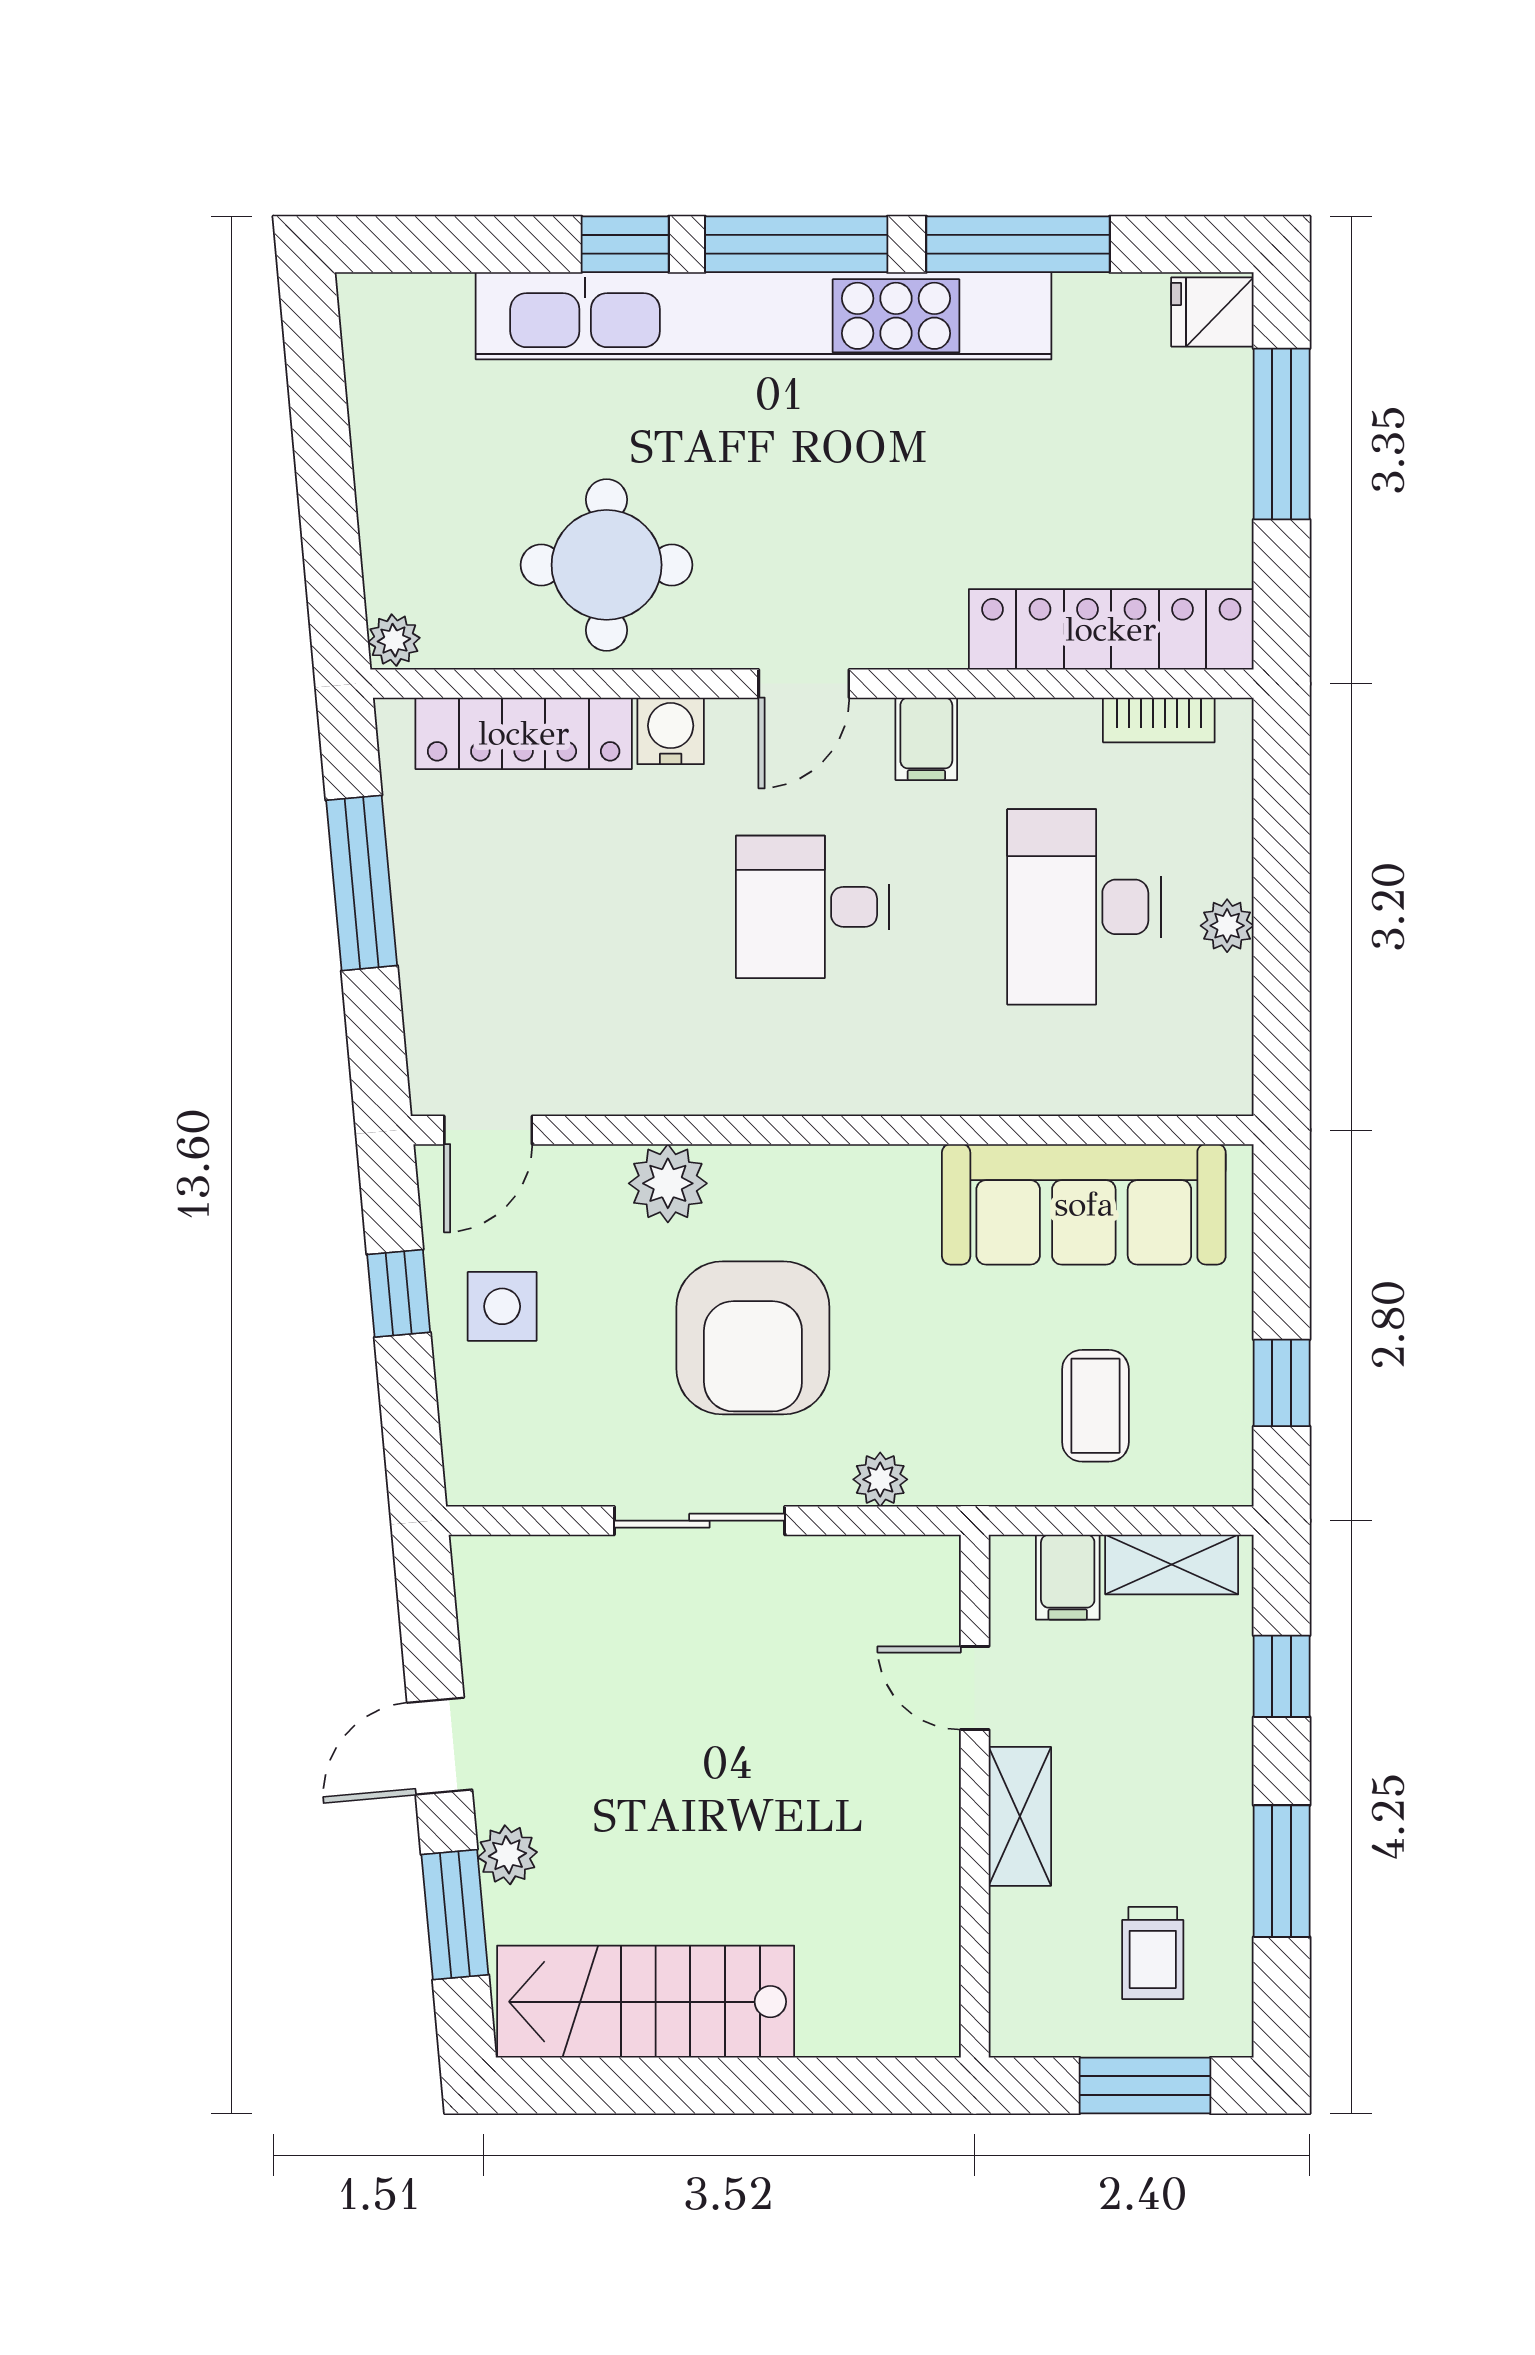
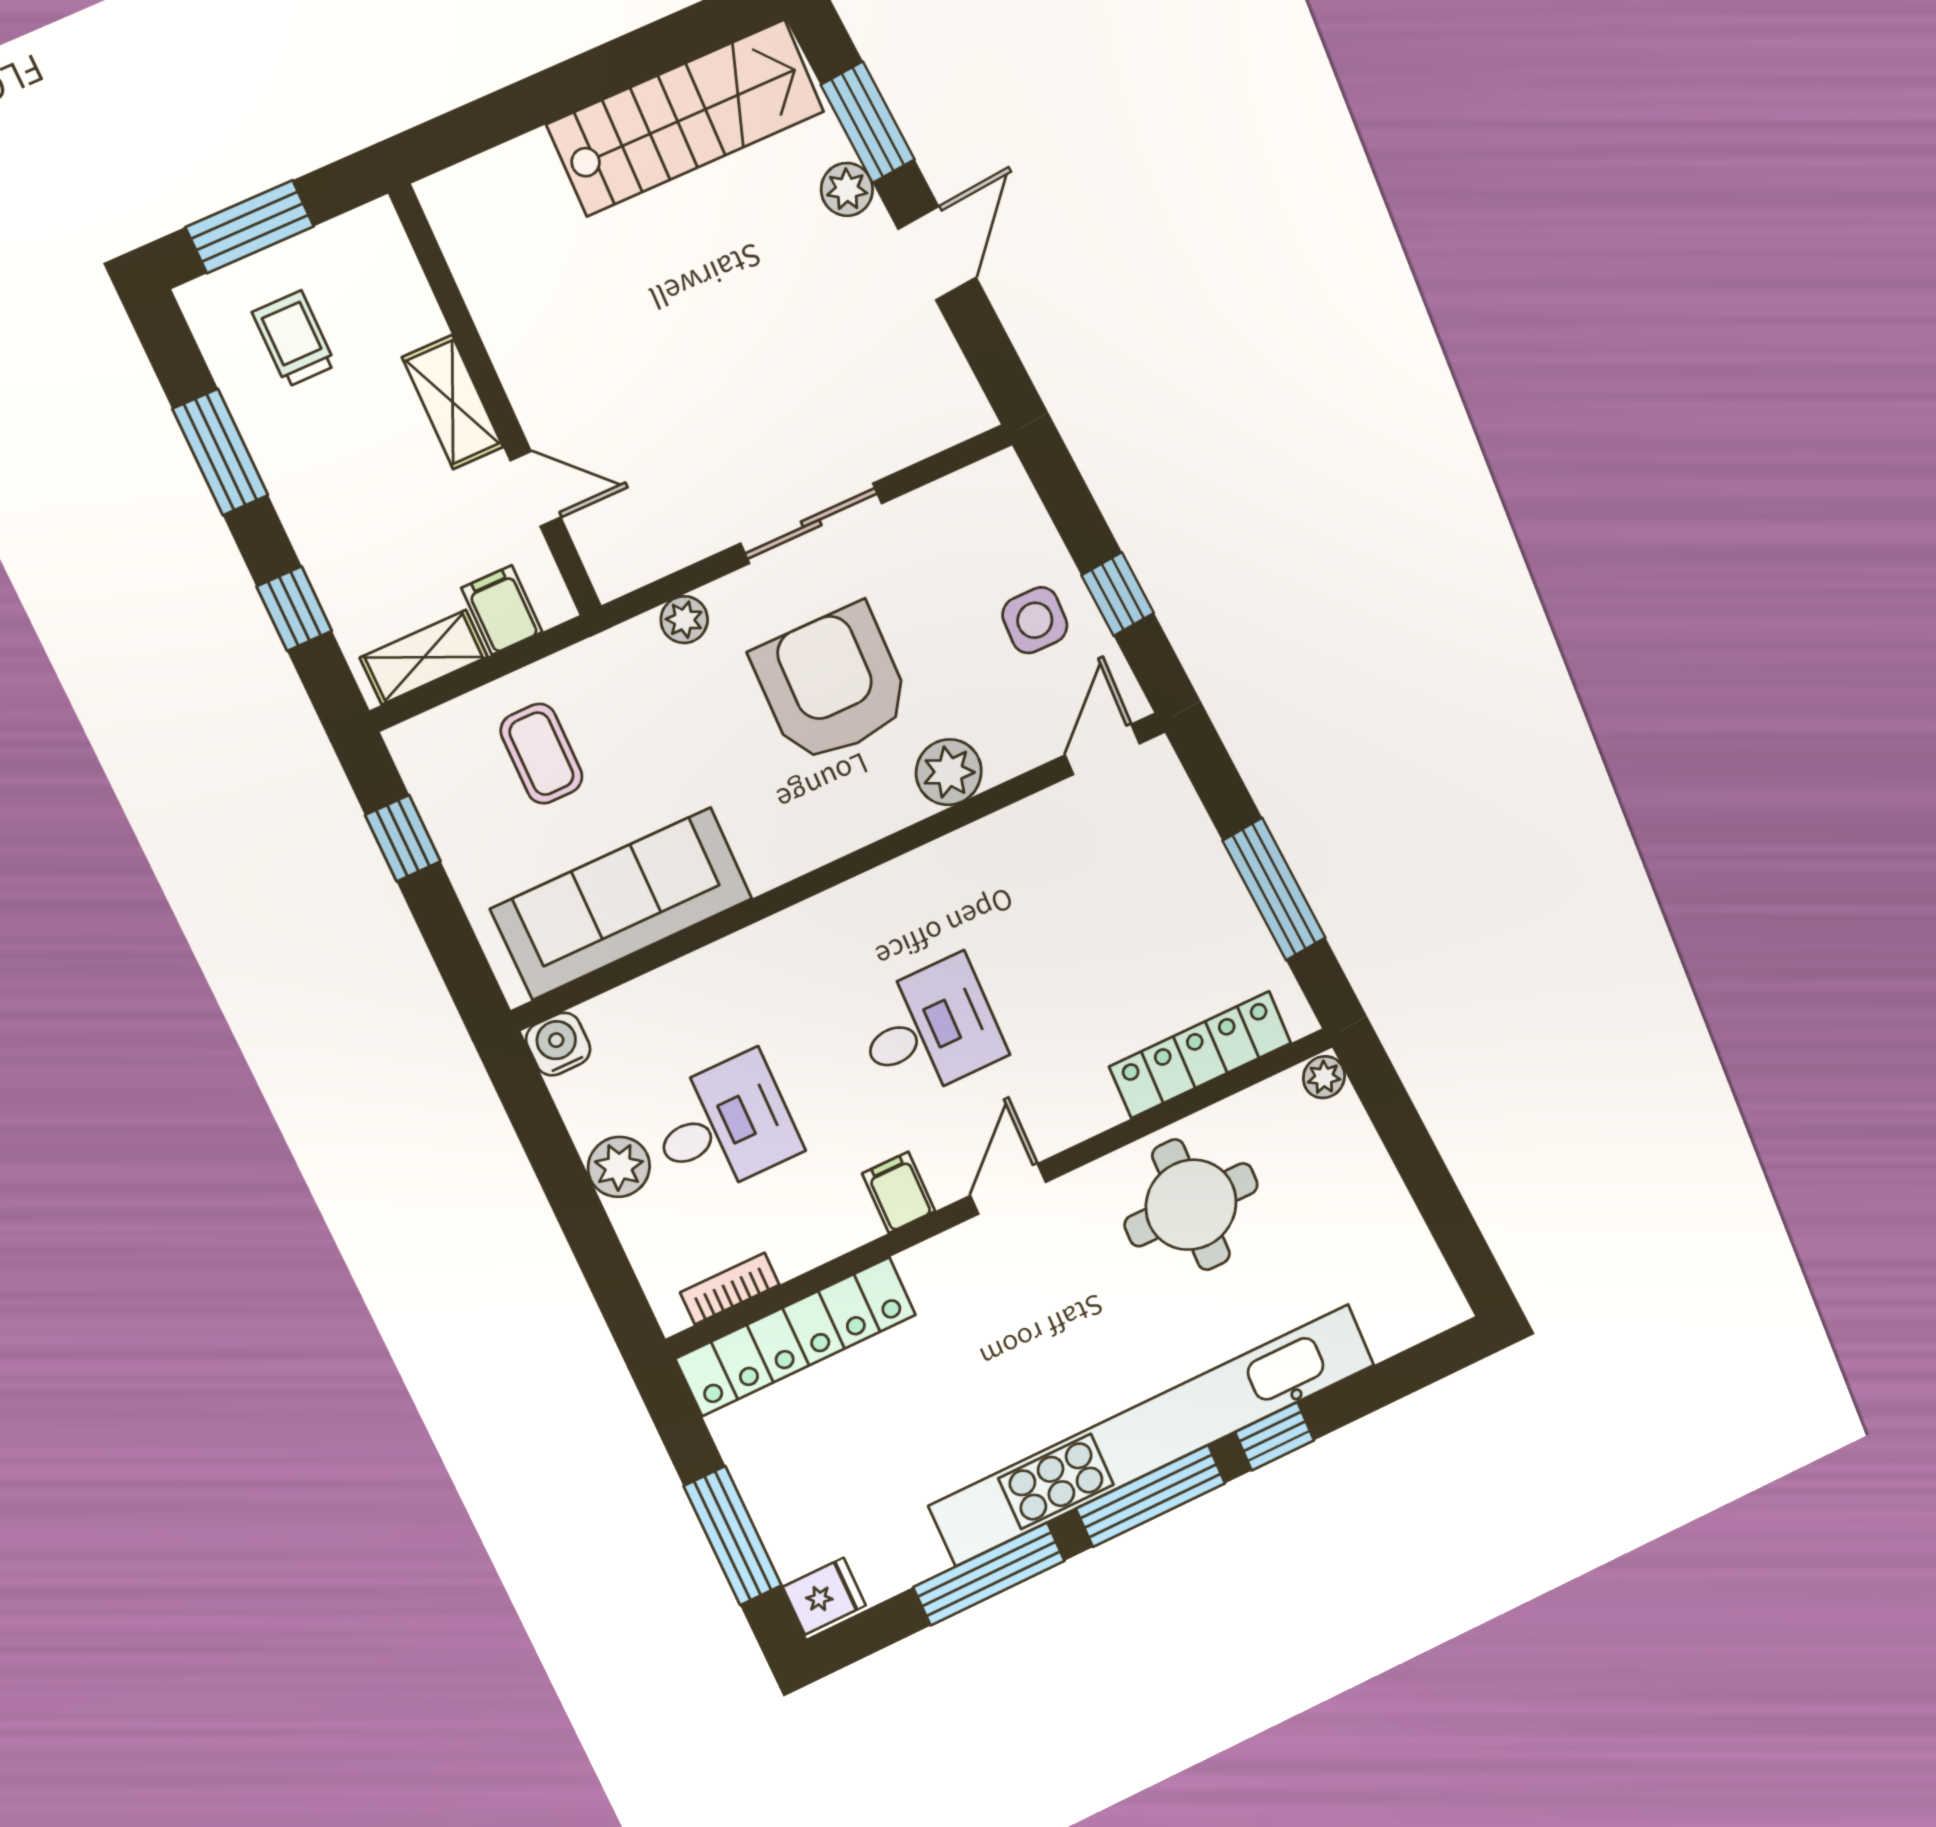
water cooler: (671, 731) -> (558, 1044), moved, turned 180
desk: (1084, 907) -> (724, 1126), width x0.73
plant: (1227, 926) -> (619, 1167), width x1.38, depth x1.38

